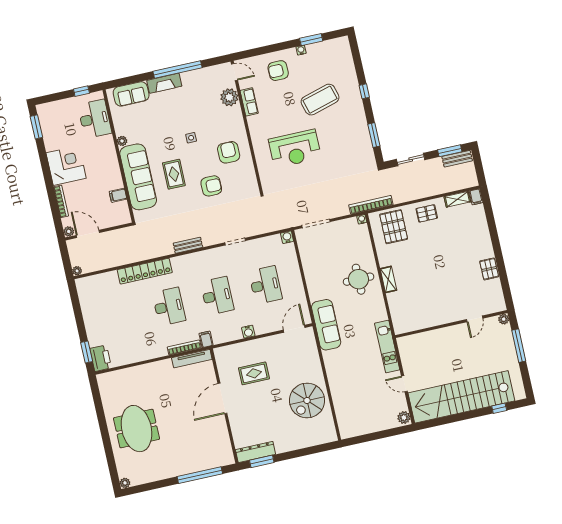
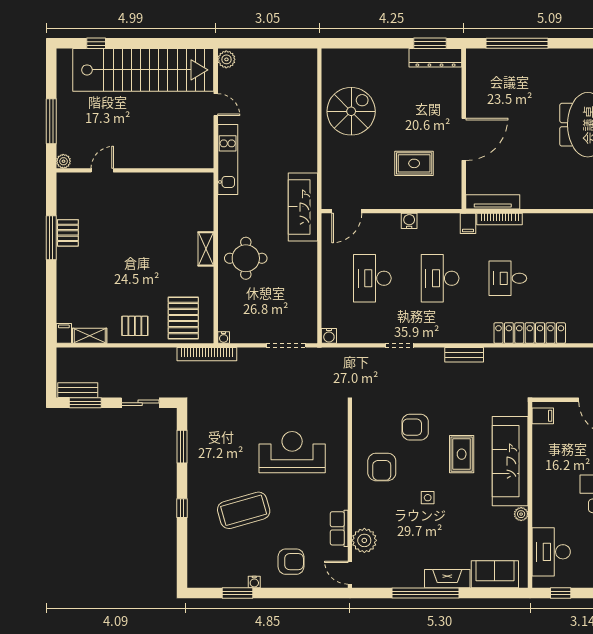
filing cabinet: (118, 195) -> (543, 416), moved
window: (500, 263) -> (51, 238), added
desk: (169, 307) -> (508, 278), width x0.73

